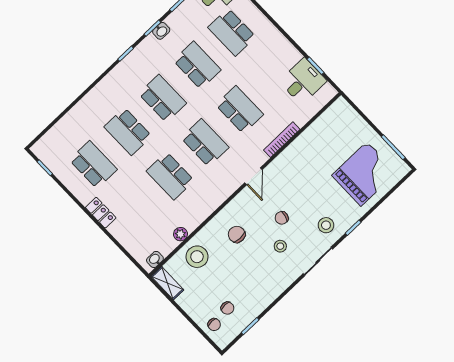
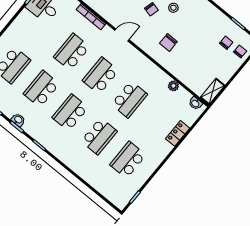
locker: (101, 213) -> (178, 133), moved
stool: (197, 257) -> (189, 71), removed

